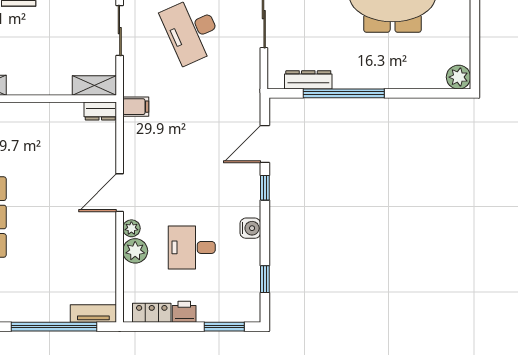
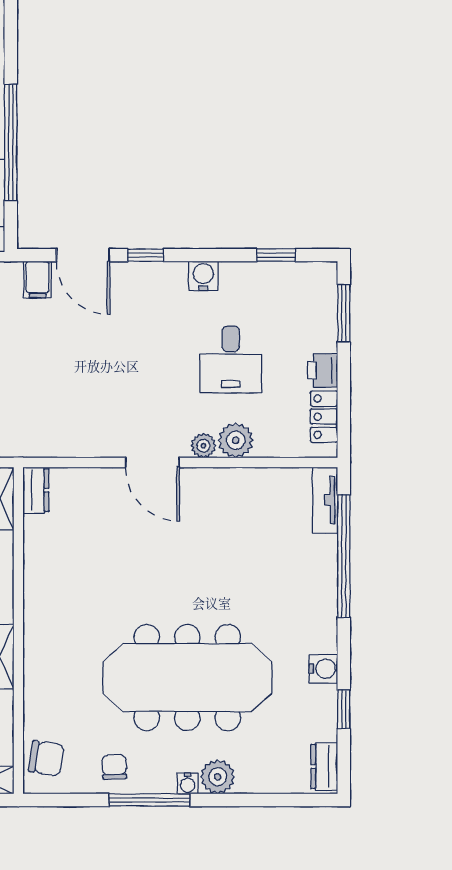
filing cabinet: (136, 107) -> (37, 280), moved, turned 180

